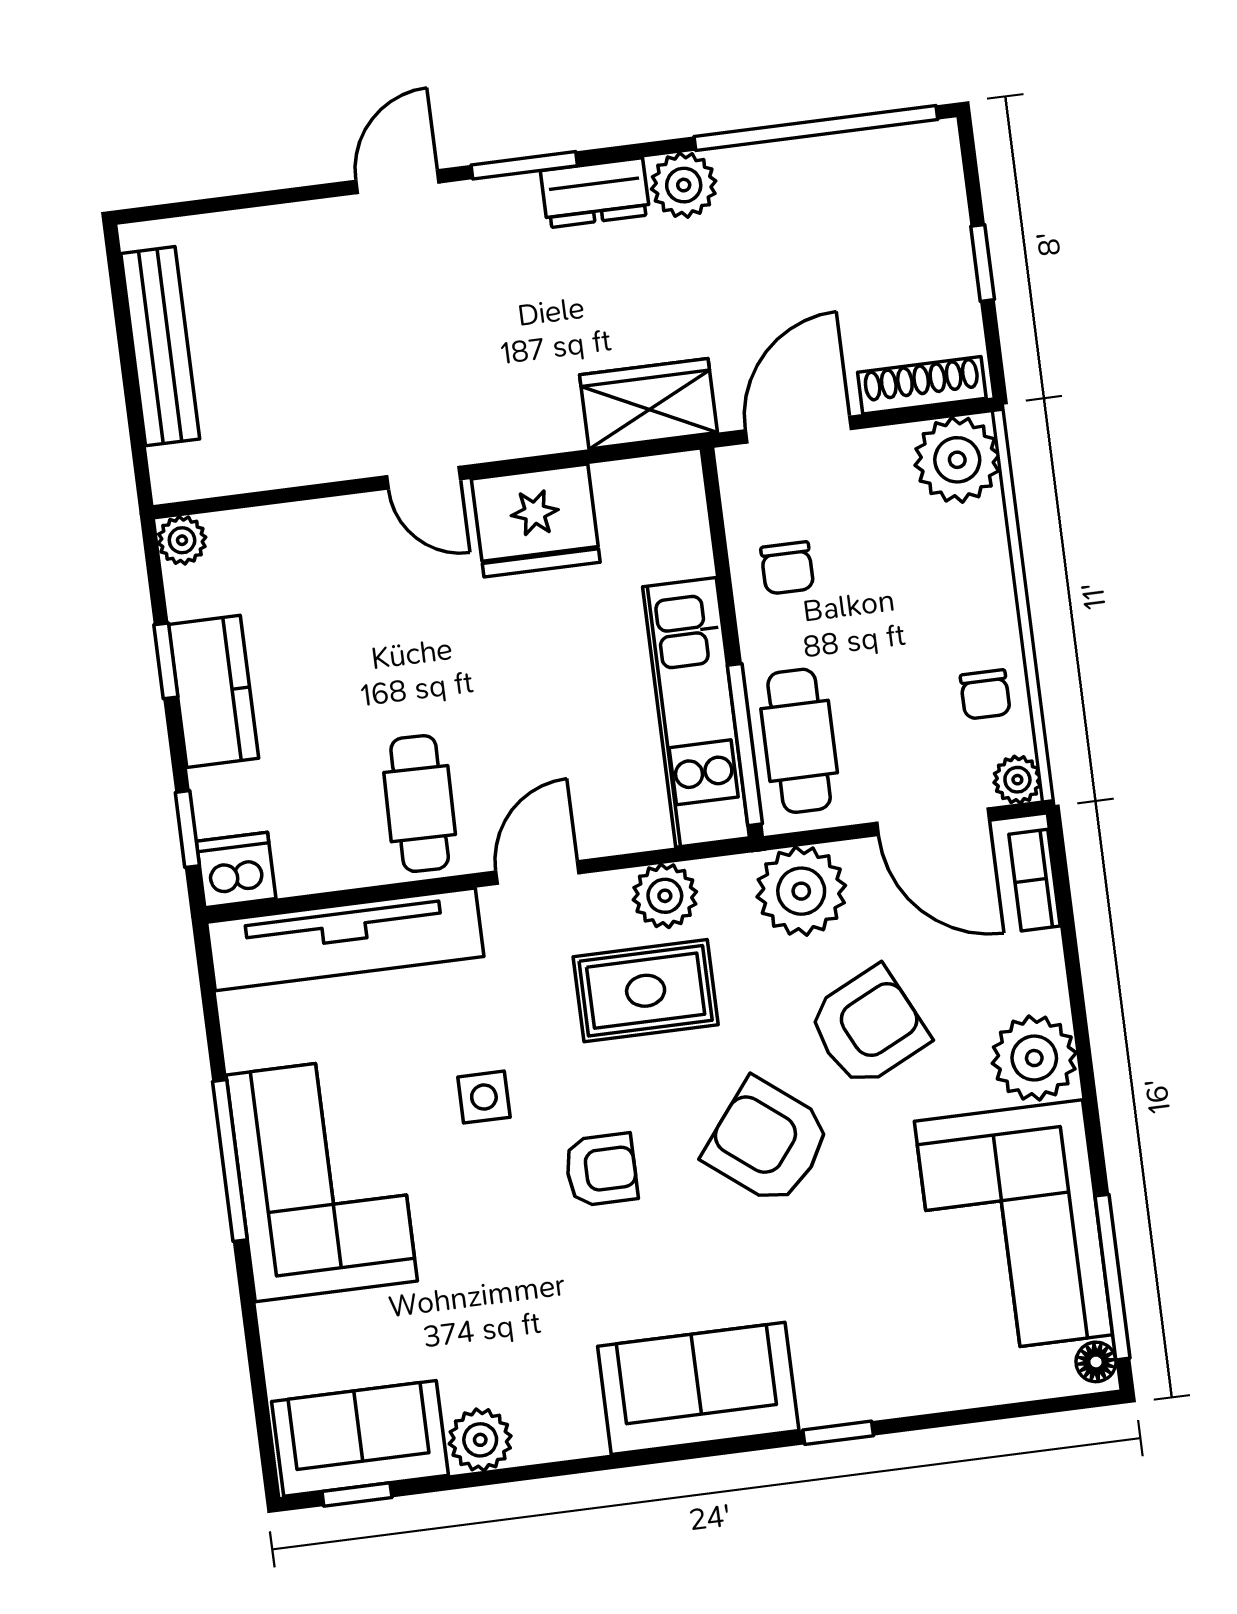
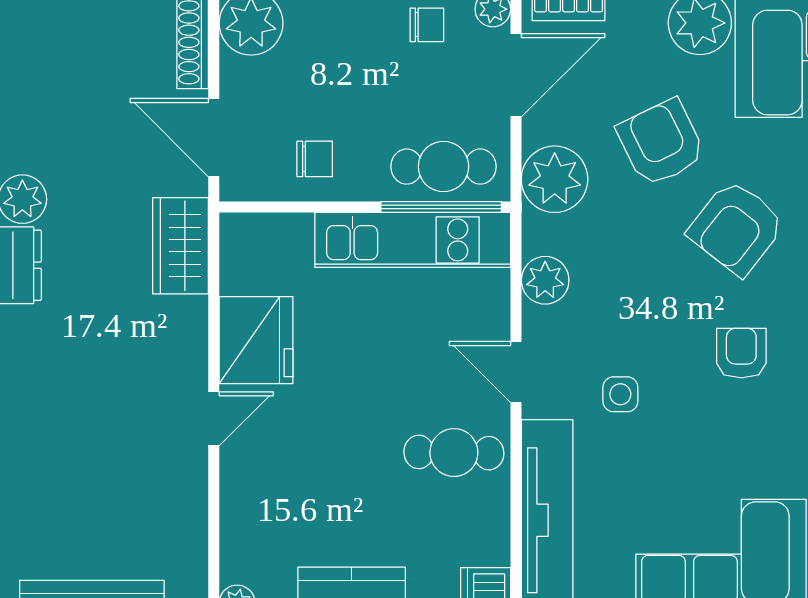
rug: (646, 991) -> (613, 303), removed
side table: (484, 1097) -> (620, 394), moved

